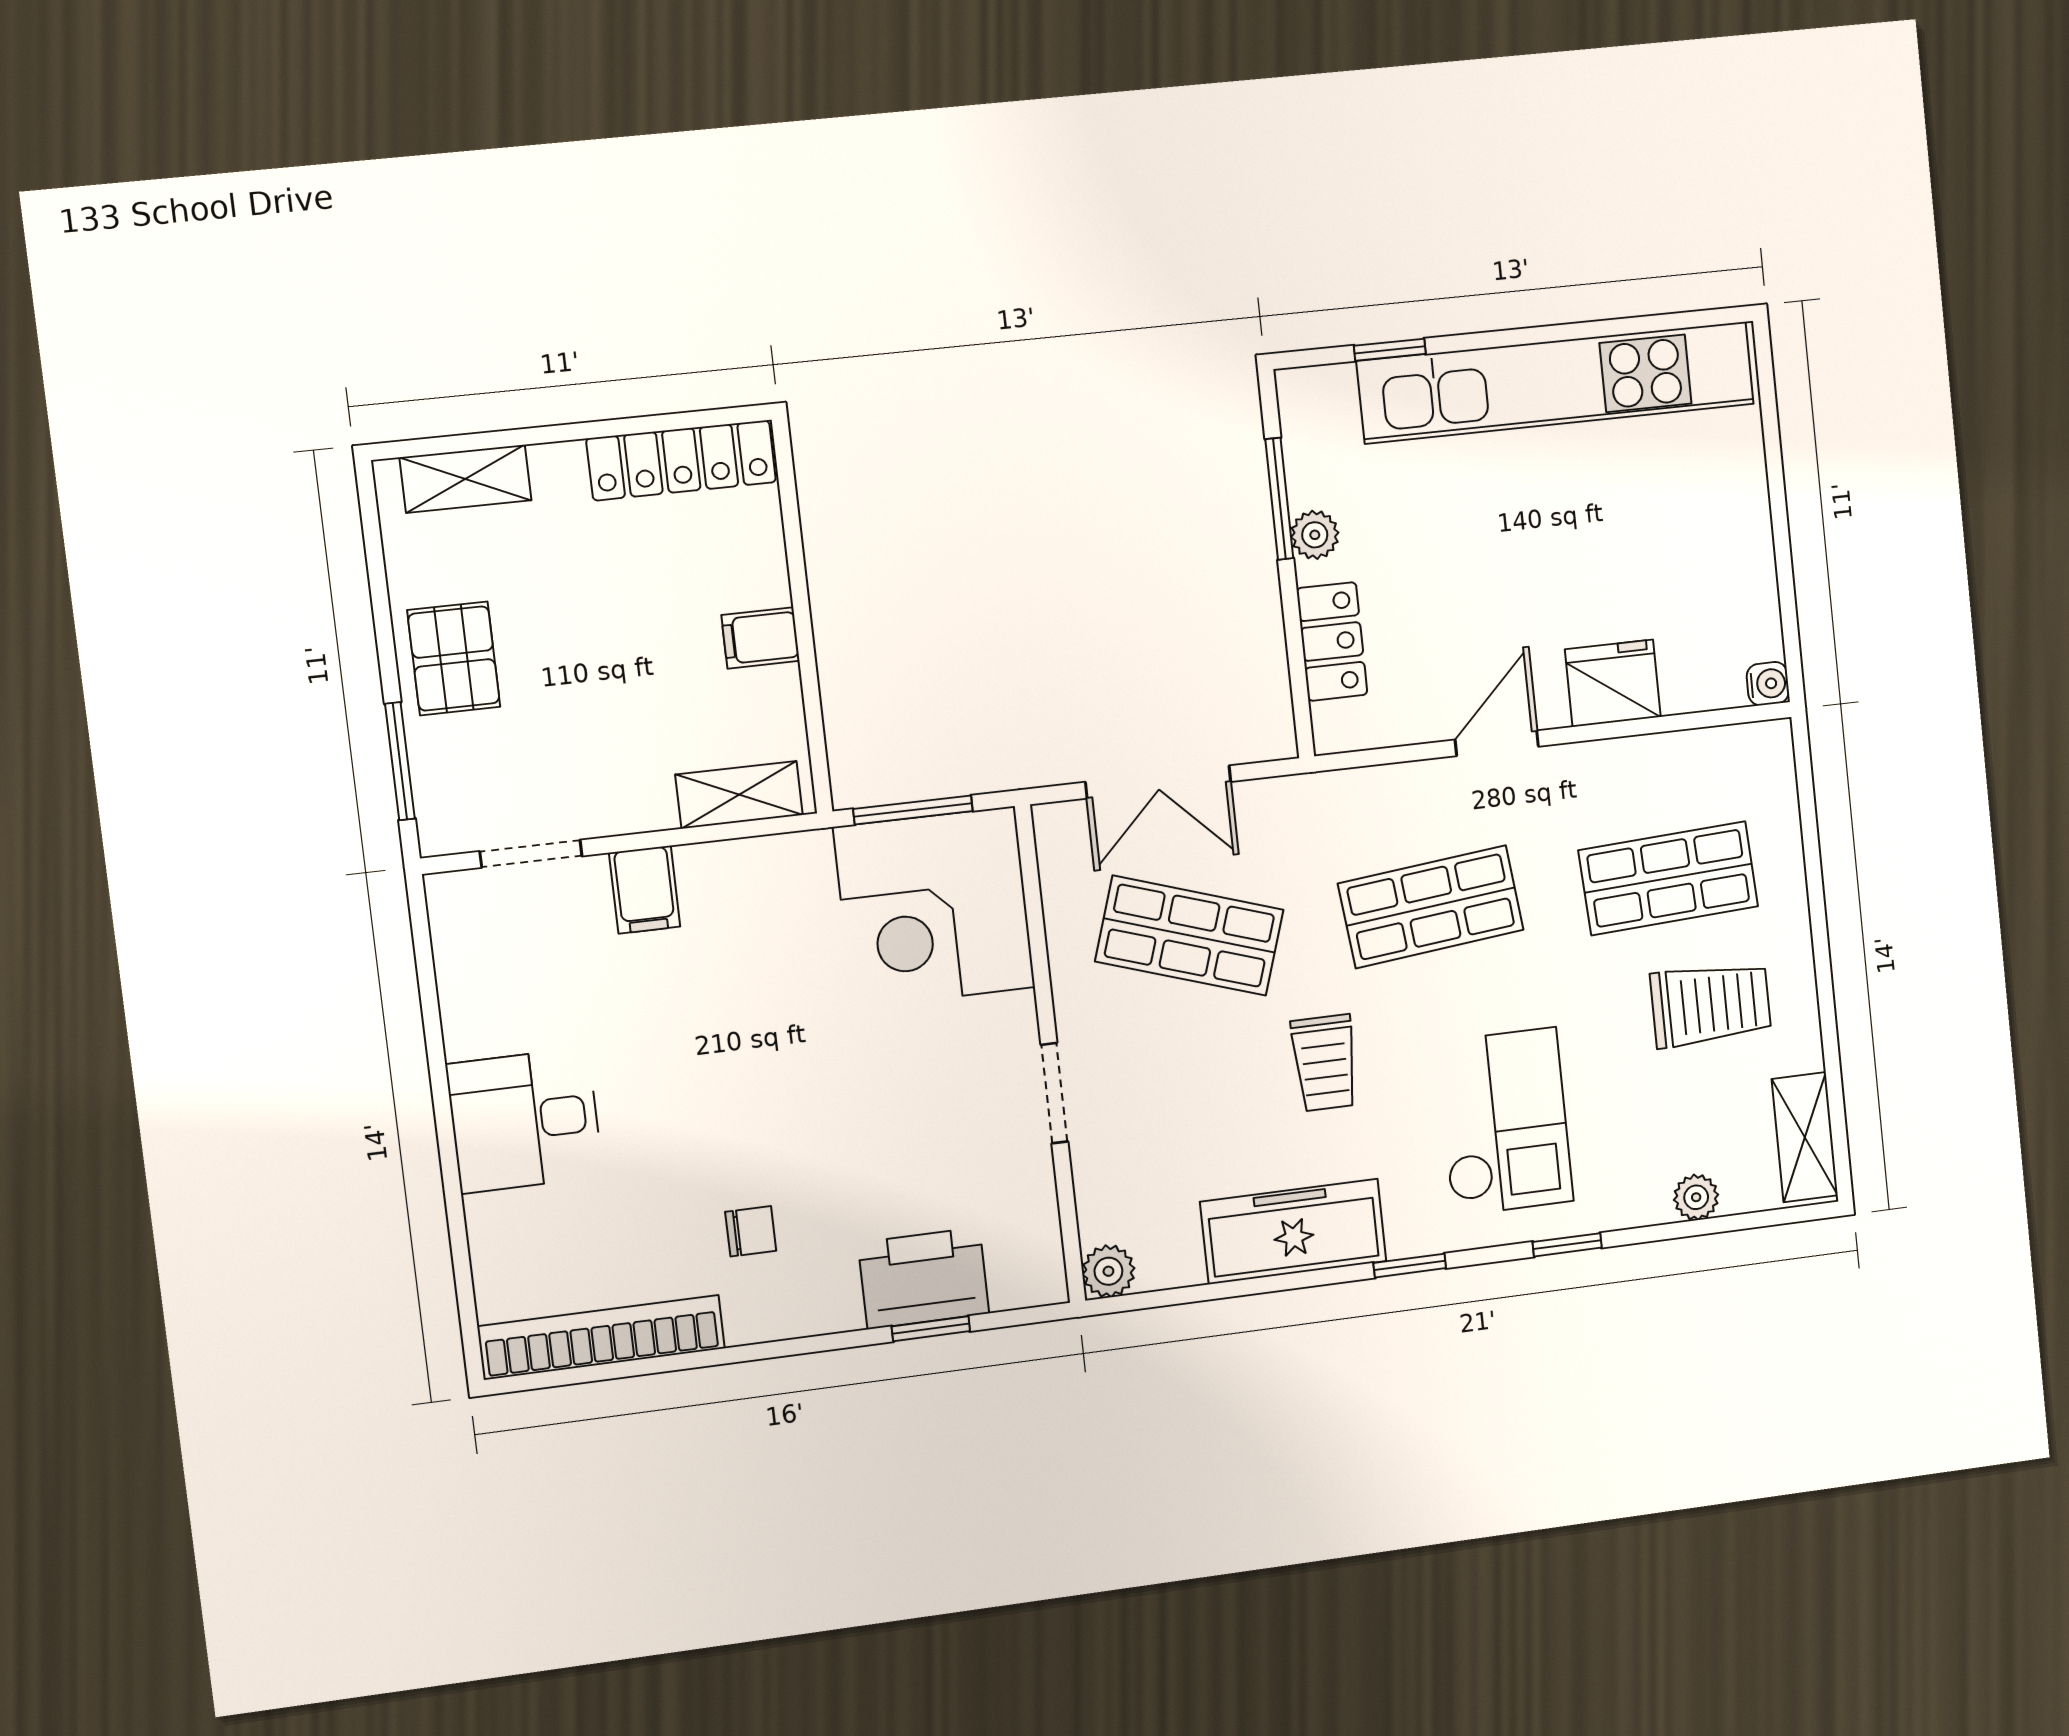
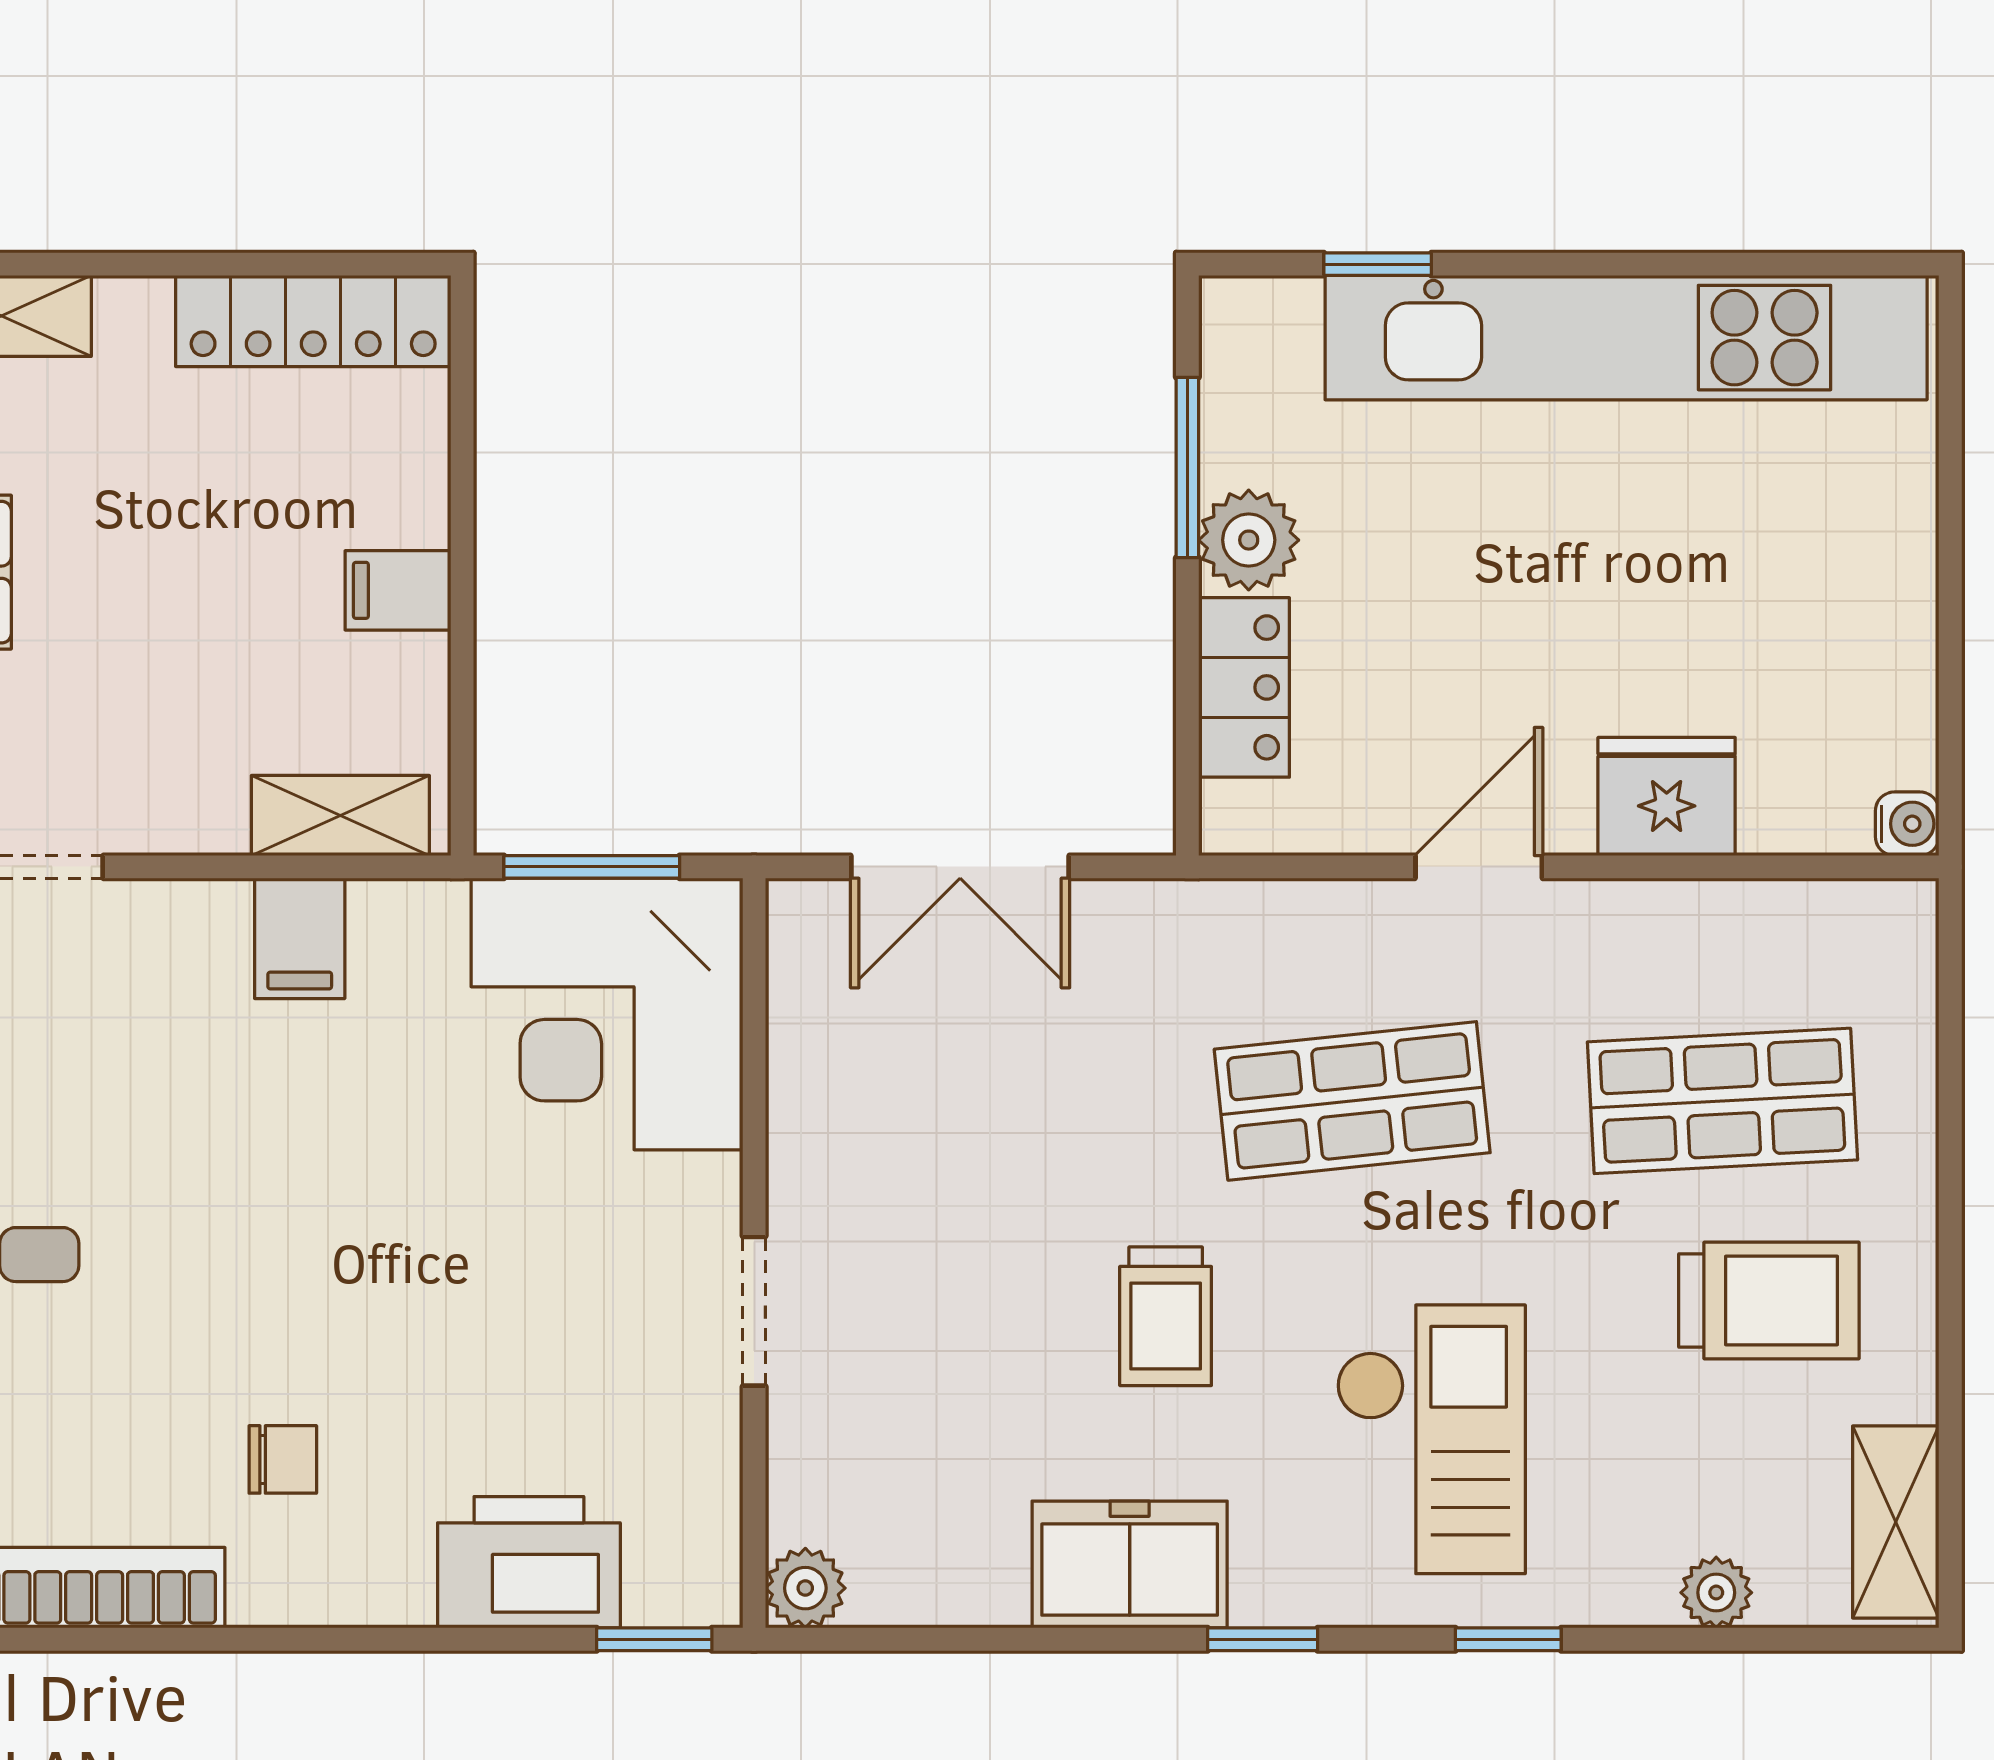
plant: (1315, 535) -> (1249, 540), width x1.38, depth x1.38
filing cabinet: (645, 890) -> (300, 938), moved
shop shelf: (1189, 936) -> (982, 1101), removed
freezer: (1293, 1231) -> (1130, 1565), width x0.71
window: (931, 1329) -> (654, 1639), moved

